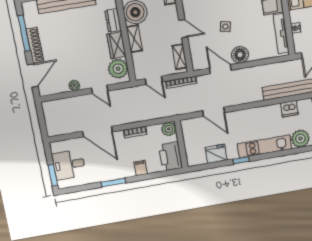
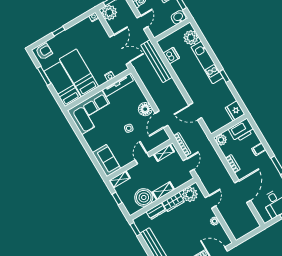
door: (214, 112) -> (195, 112), swing flipped
fridge: (216, 154) -> (235, 111), moved

